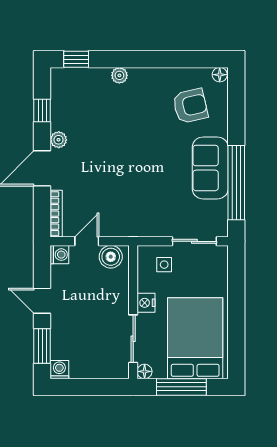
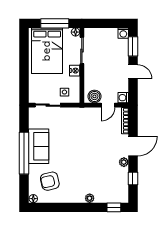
window: (236, 183) -> (24, 153), moved

